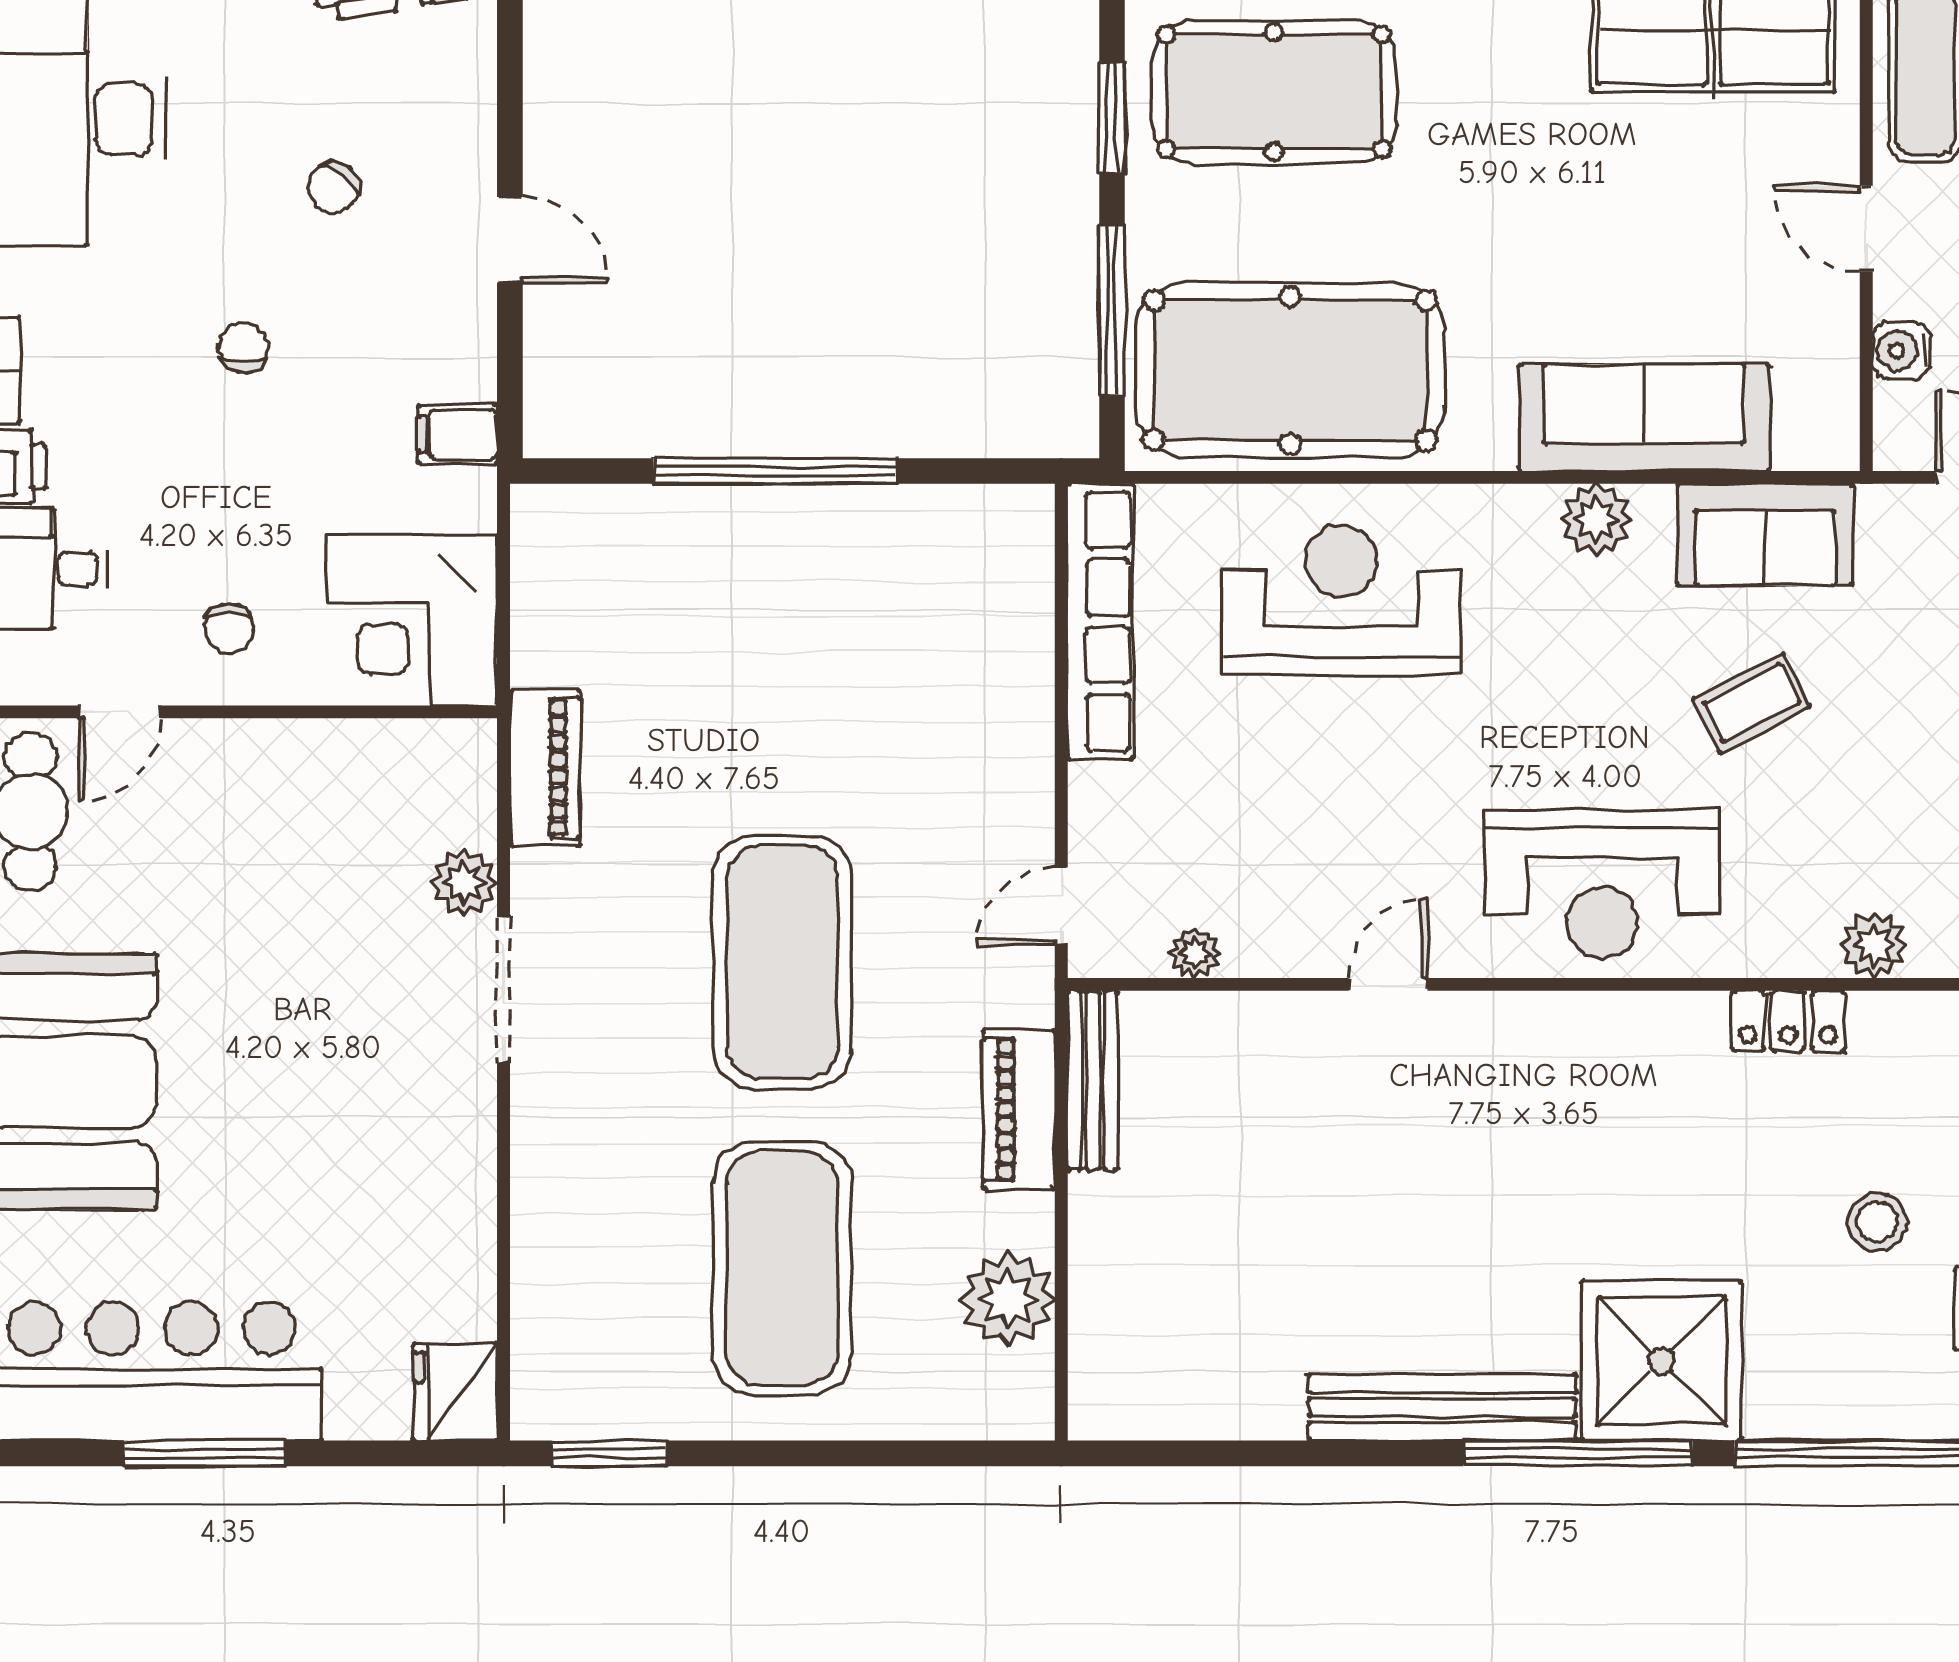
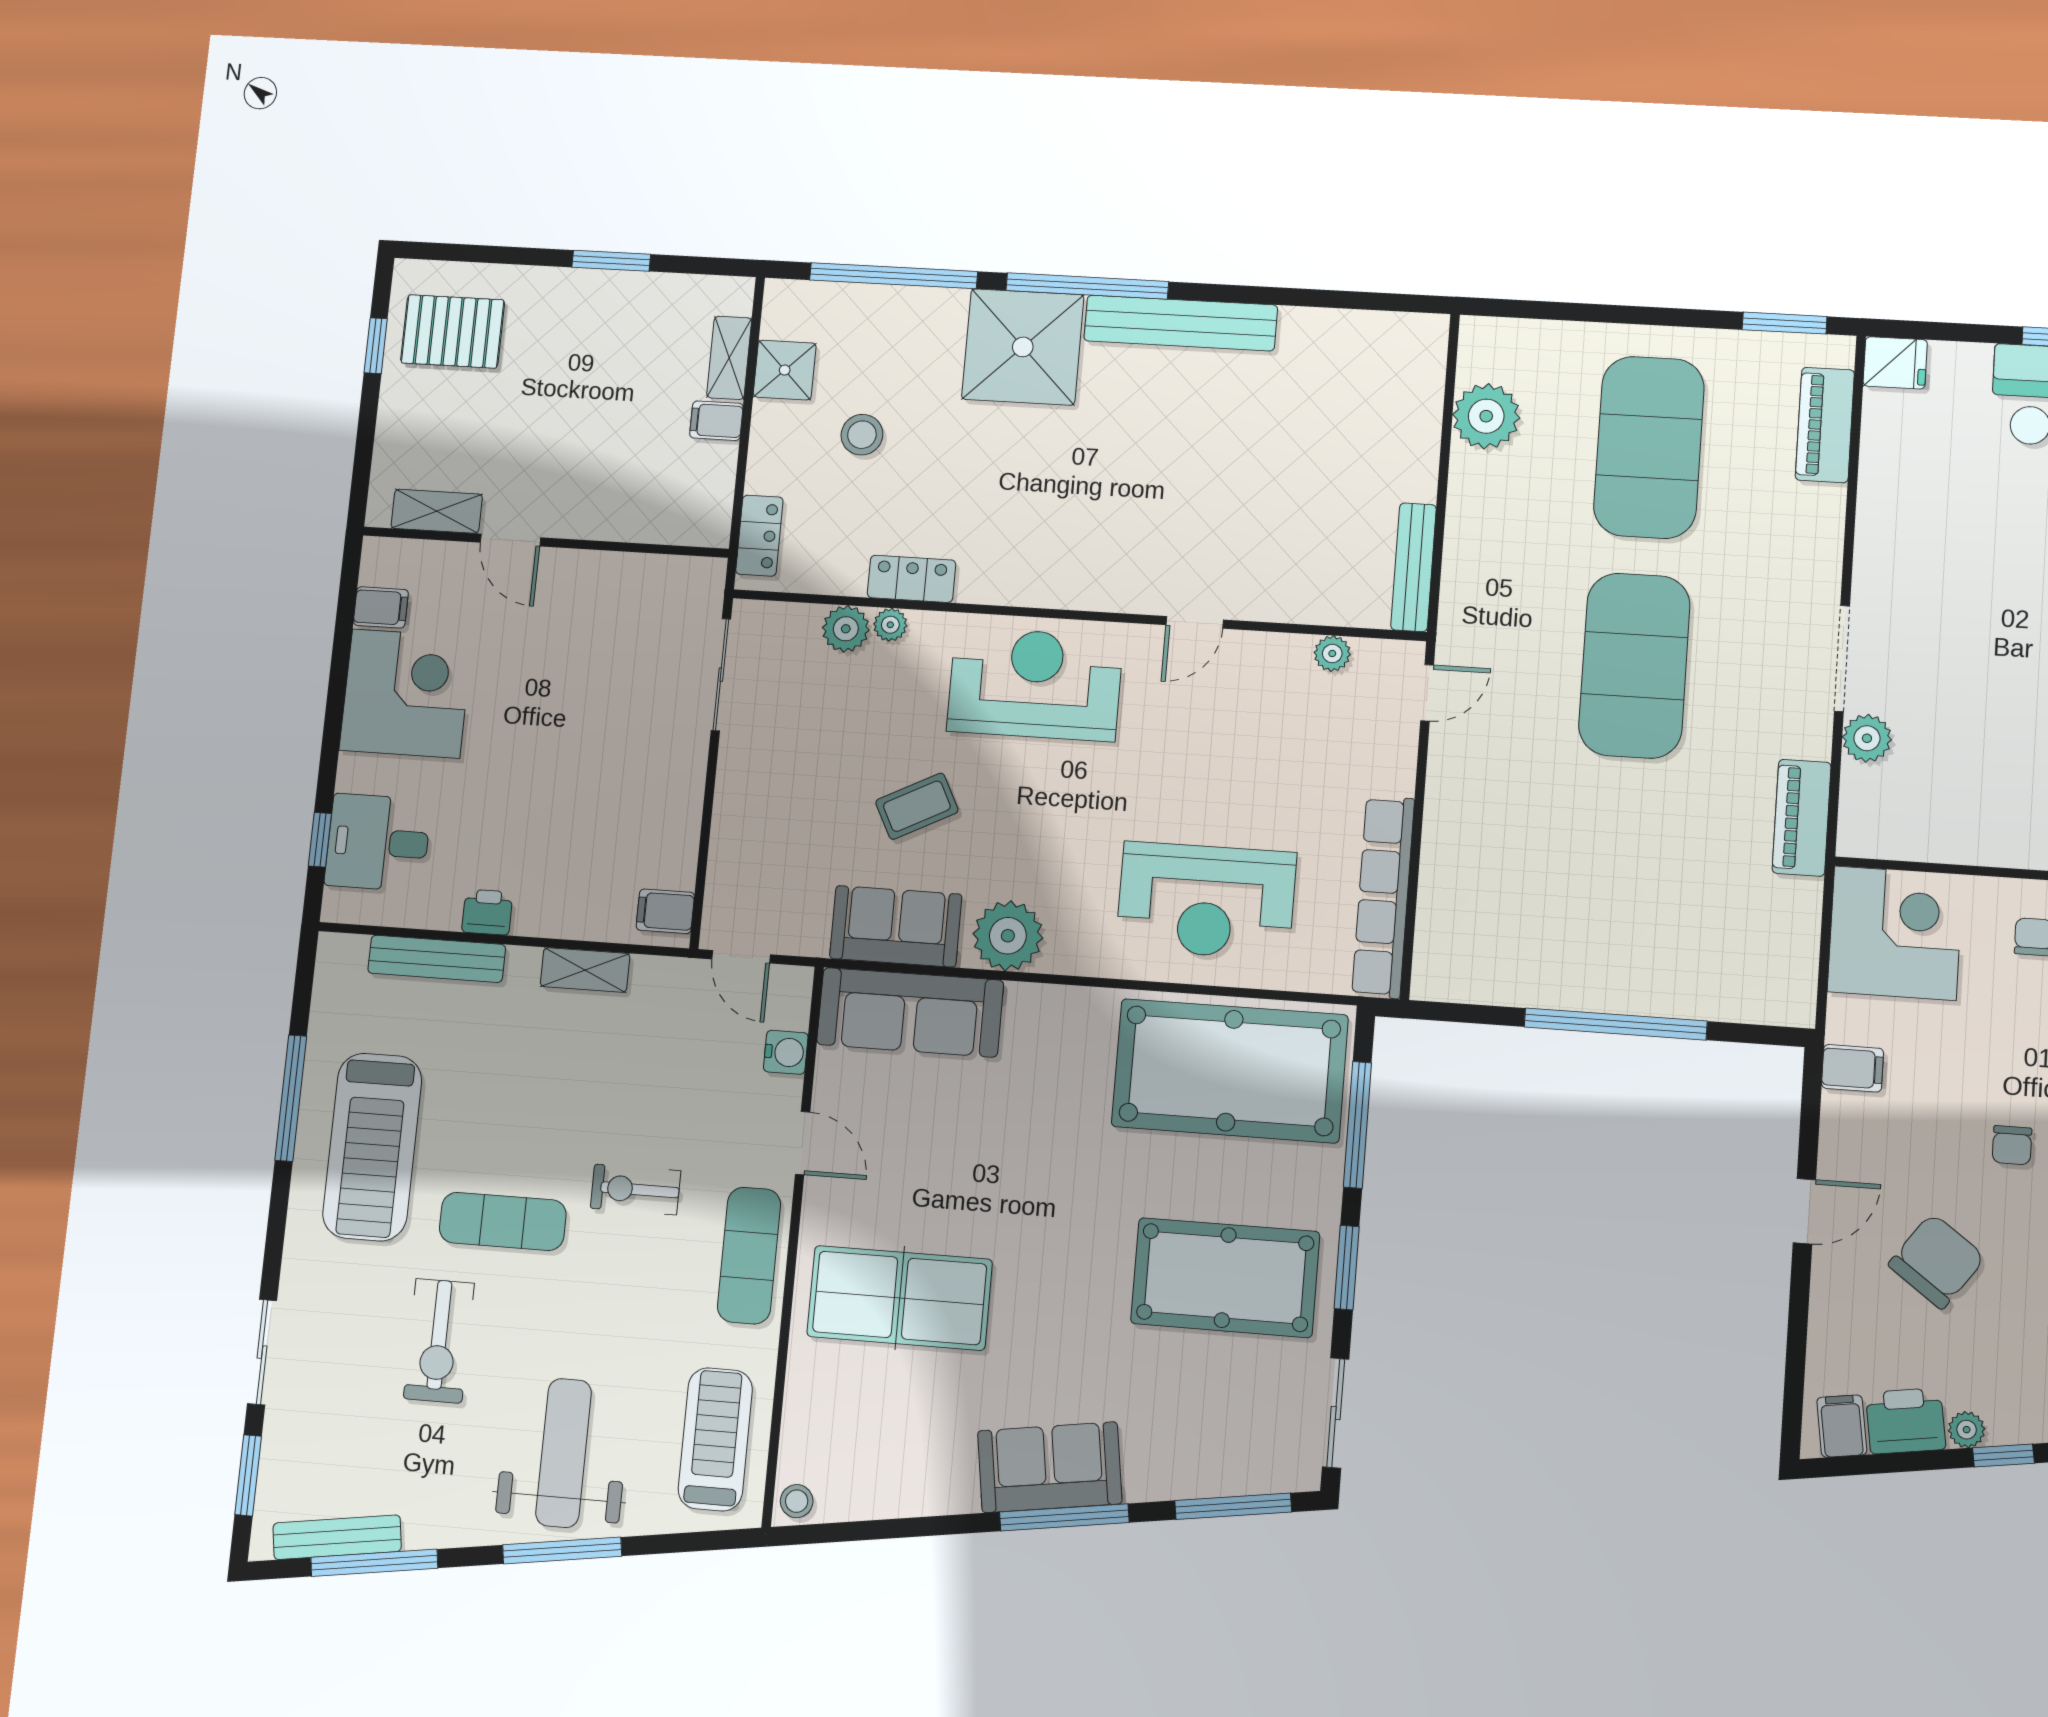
chair: (333, 187) -> (1937, 1261), width x1.87, depth x1.87
door: (510, 240) -> (1804, 1211), swing flipped
sofa: (1644, 418) -> (910, 1012), moved
plant: (1596, 519) -> (1008, 936), width x1.36, depth x1.36
plant: (1812, 954) -> (890, 625), added
piano: (1019, 1109) -> (1825, 425), moved, turned 180
fridge: (455, 1392) -> (1895, 363), width x0.72

